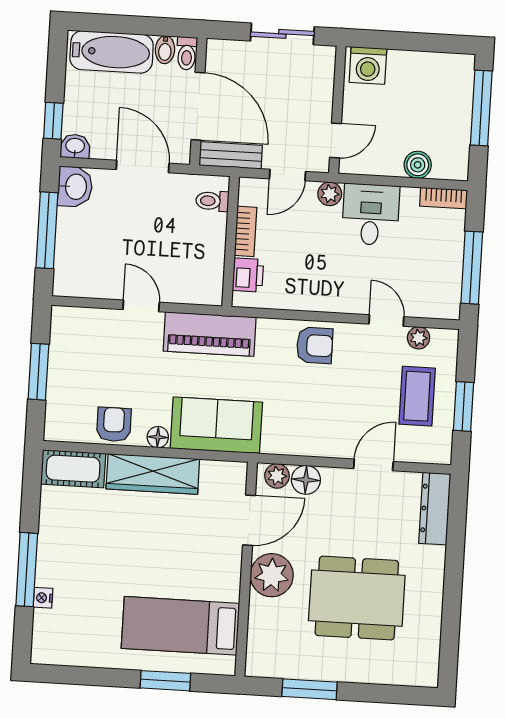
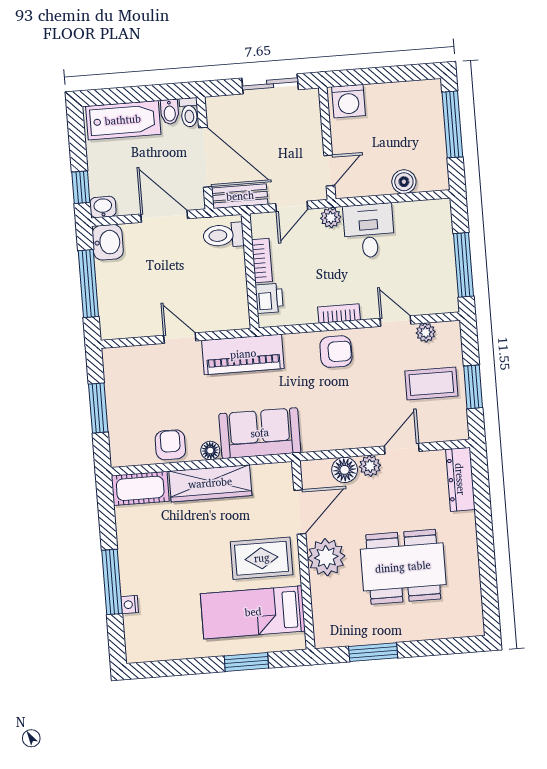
bookcase: (444, 198) -> (339, 313), moved, turned 180
toilet: (212, 201) -> (223, 235), width x1.37, depth x1.39
coffee table: (417, 396) -> (431, 383), turned 90
plant: (277, 476) -> (370, 466), moved
rug: (199, 566) -> (262, 558), added

